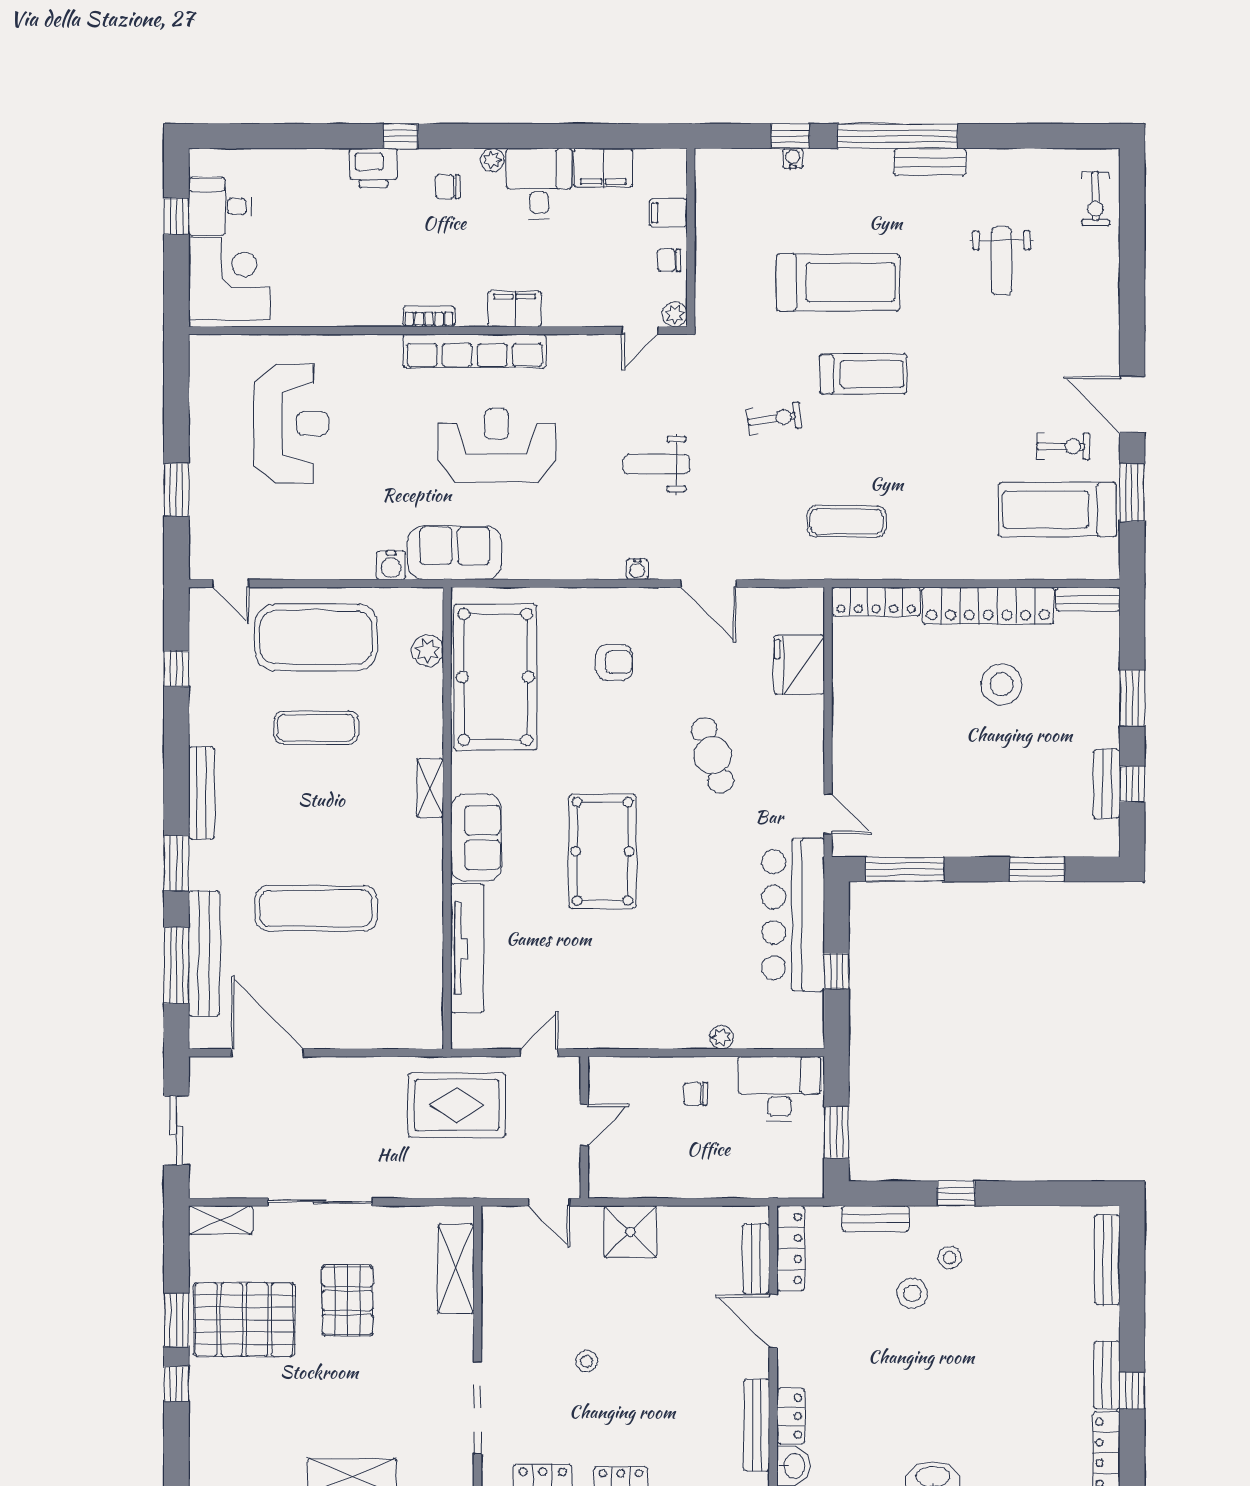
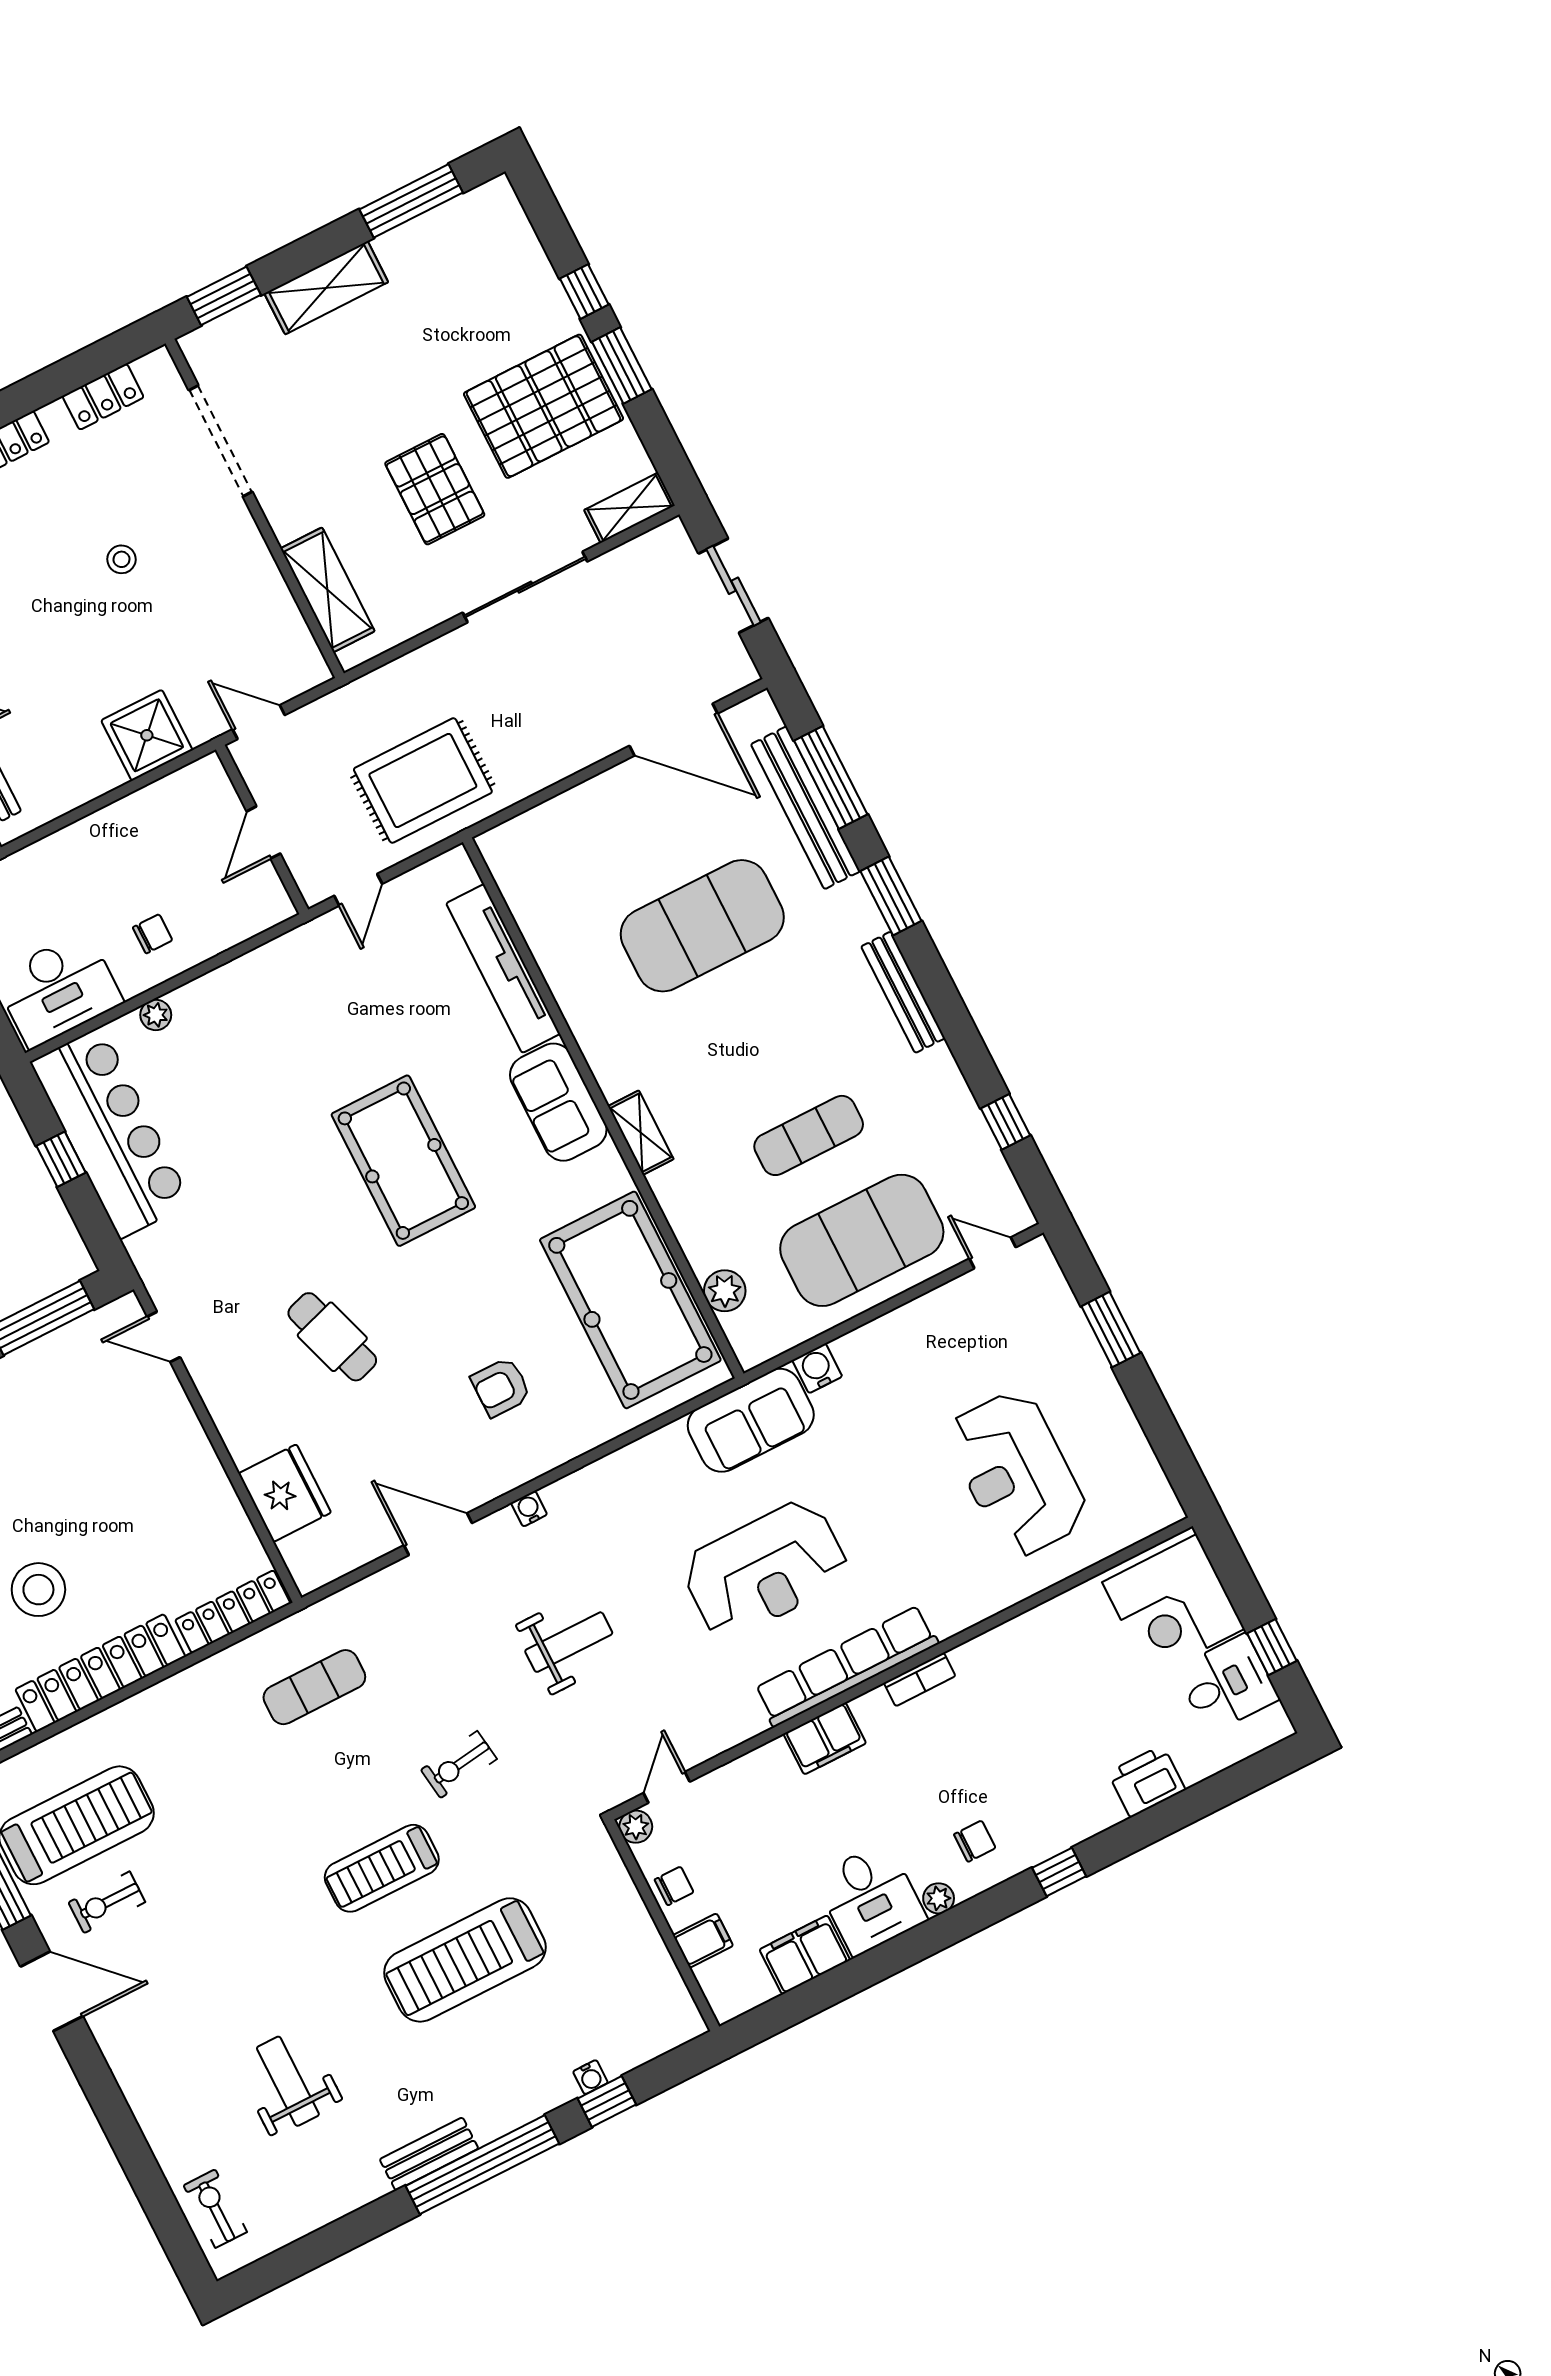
printer: (373, 168) -> (1147, 1781), moved
exercise mat: (316, 908) -> (702, 926), width x1.47
bar counter: (793, 915) -> (111, 1132), moved

